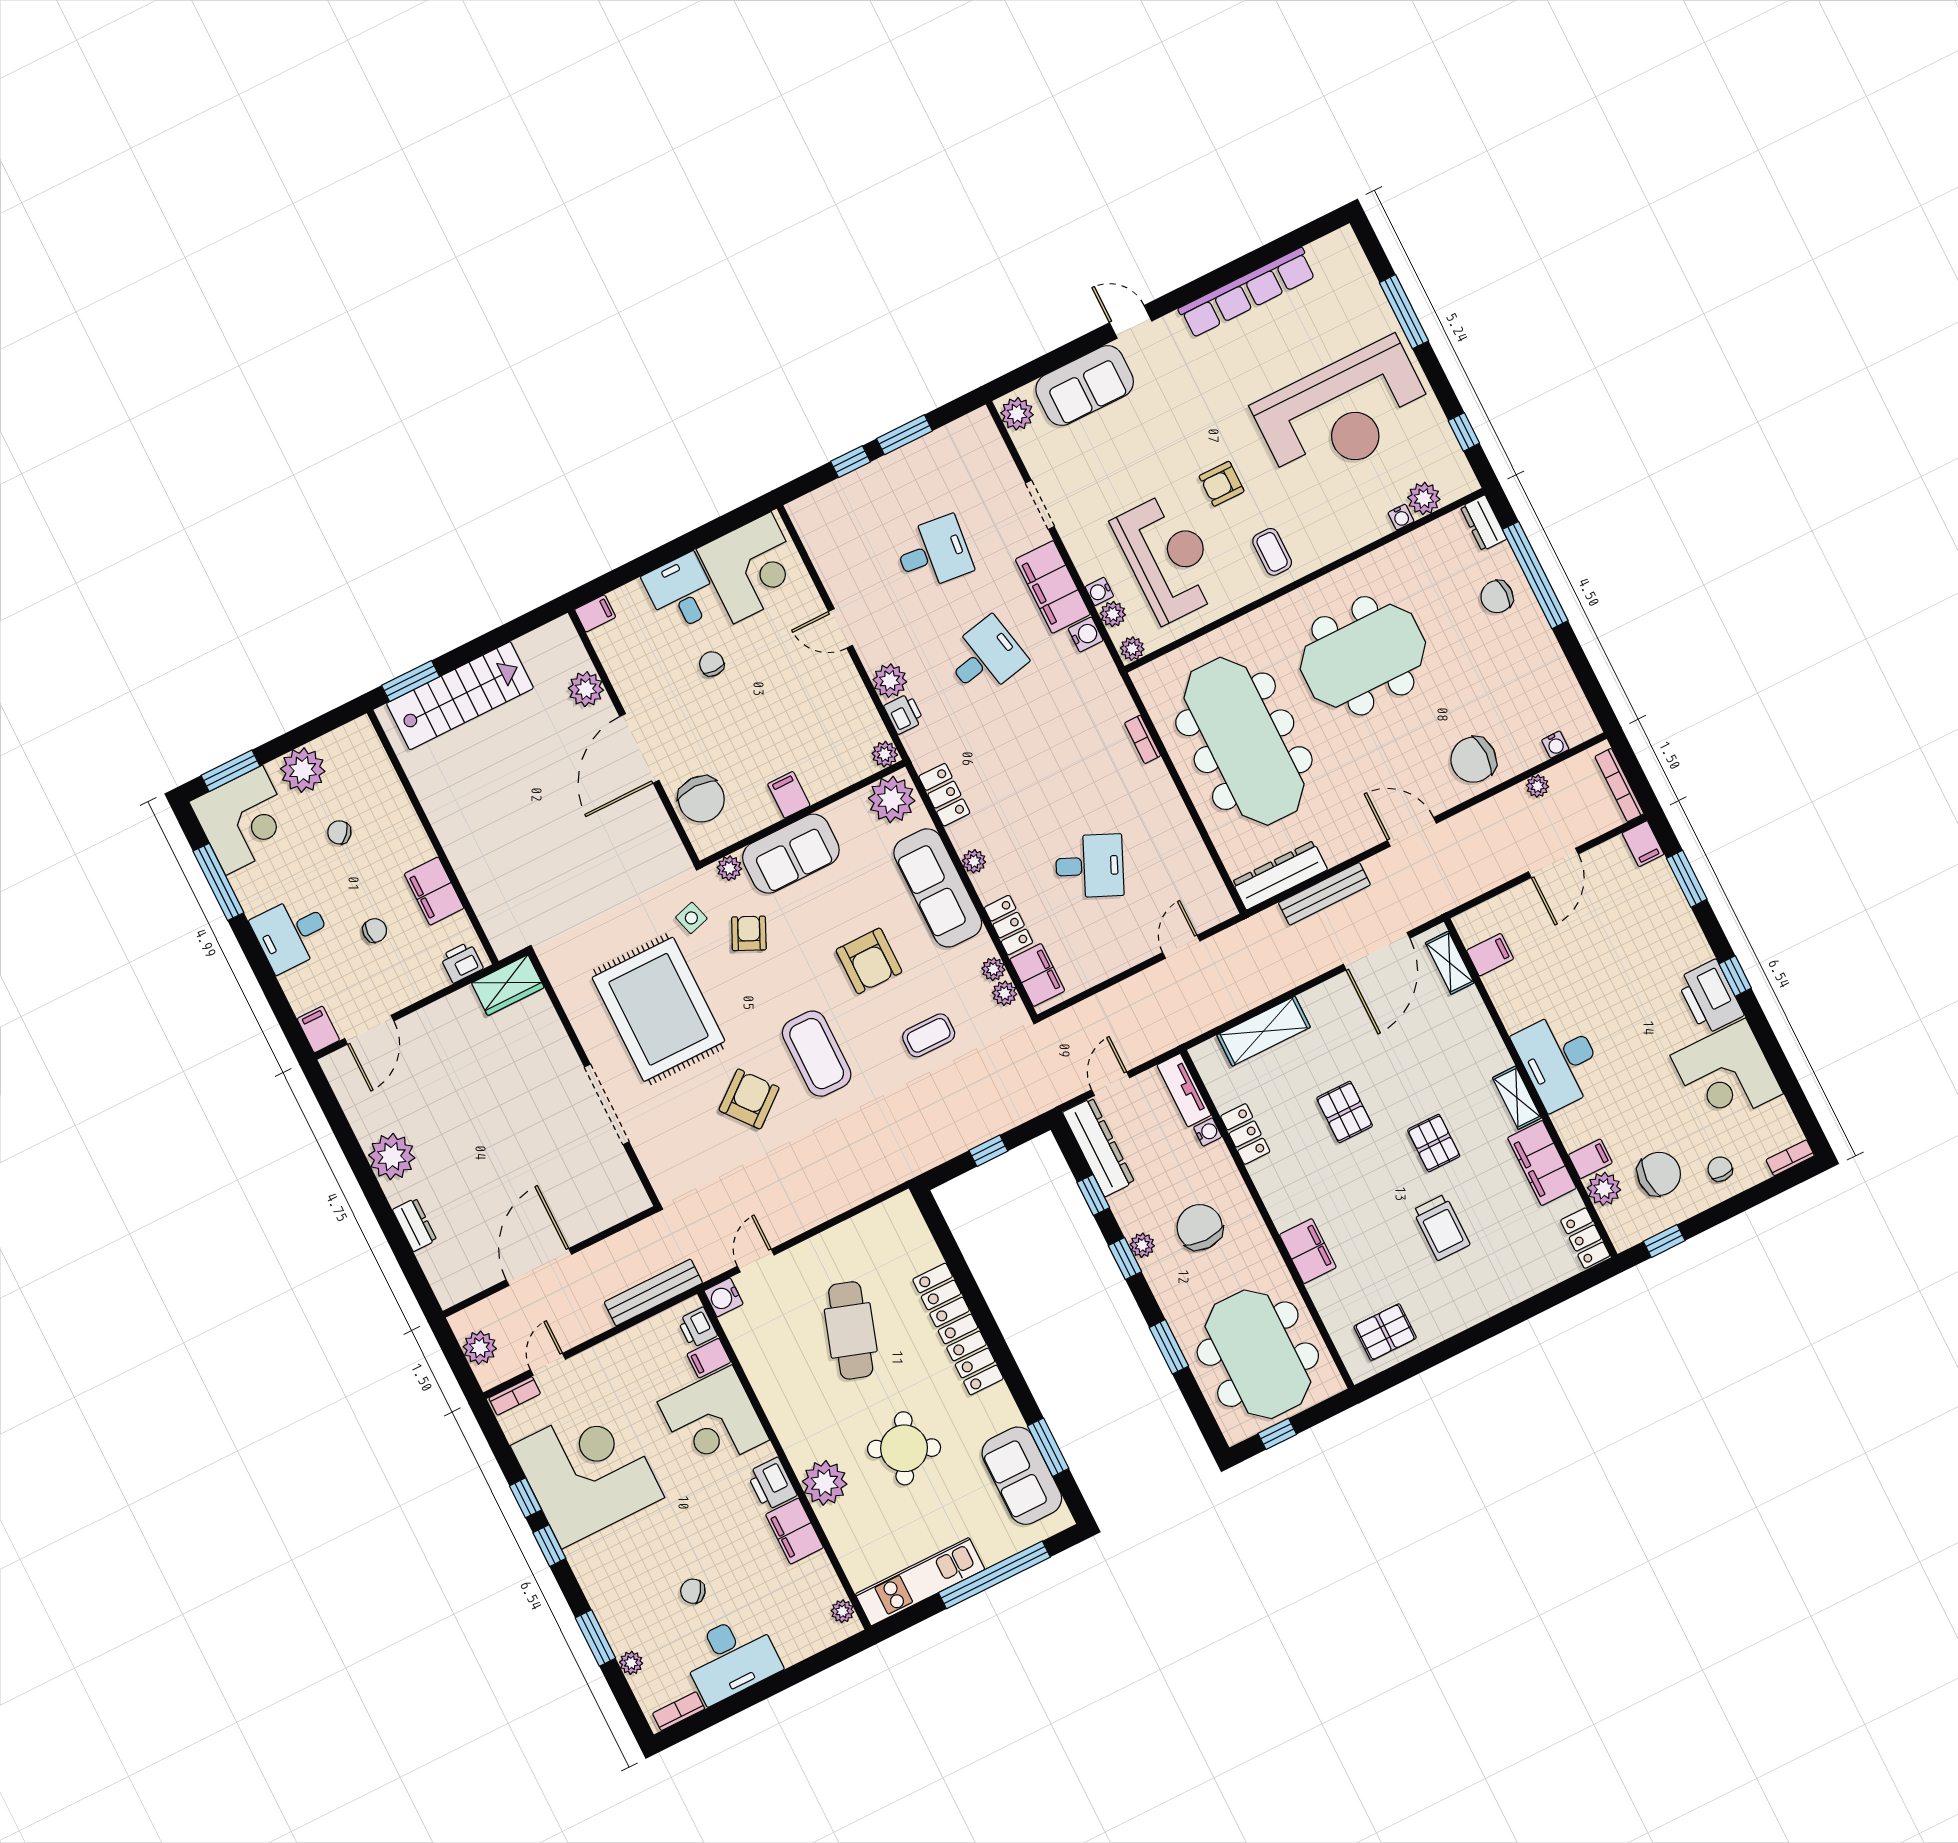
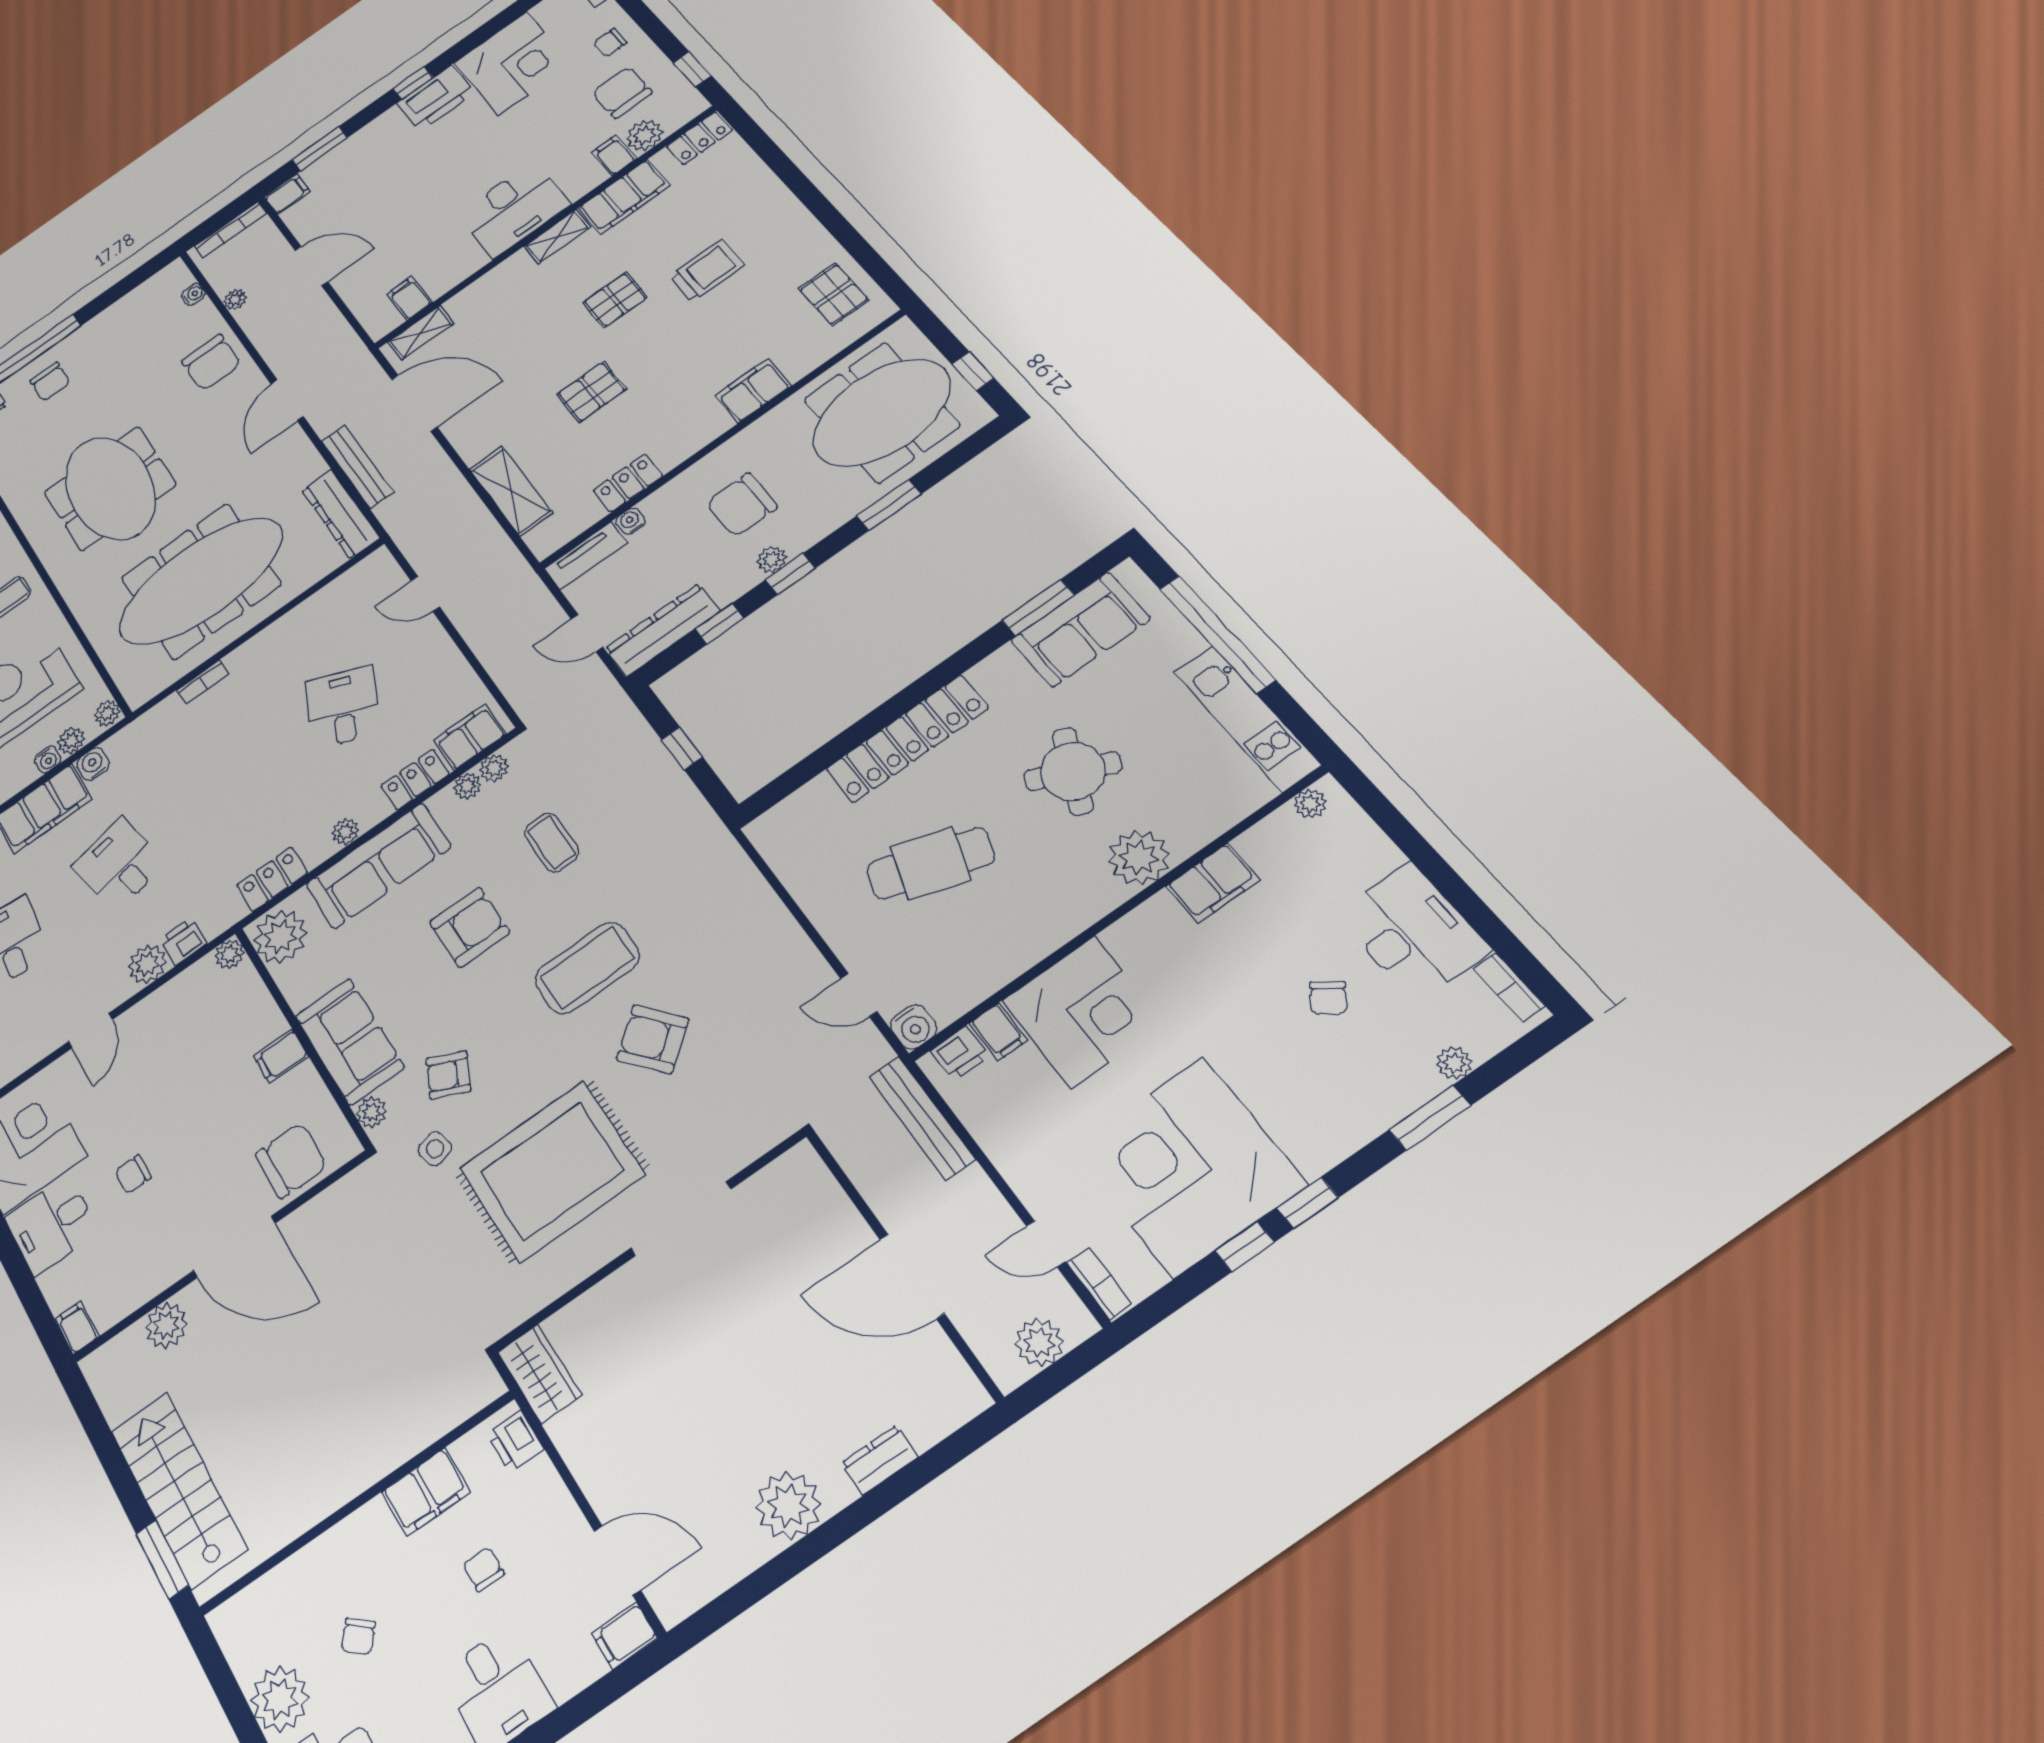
printer: (772, 1484) -> (1154, 923), removed

